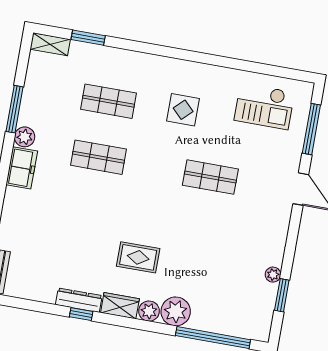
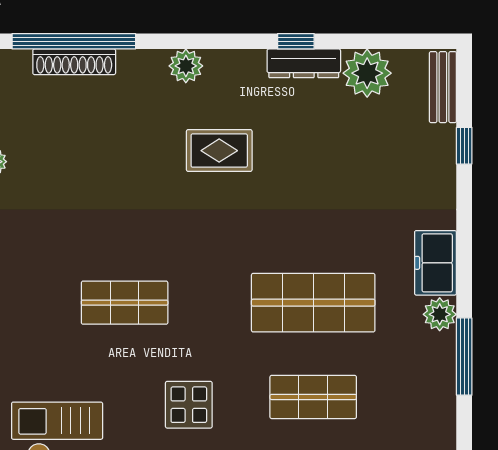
shop shelf: (98, 157) -> (313, 303), width x1.43, depth x1.36
wardrobe: (120, 306) -> (235, 66), removed
plant: (176, 311) -> (367, 73), moved
shoe rack: (215, 325) -> (74, 62), added

